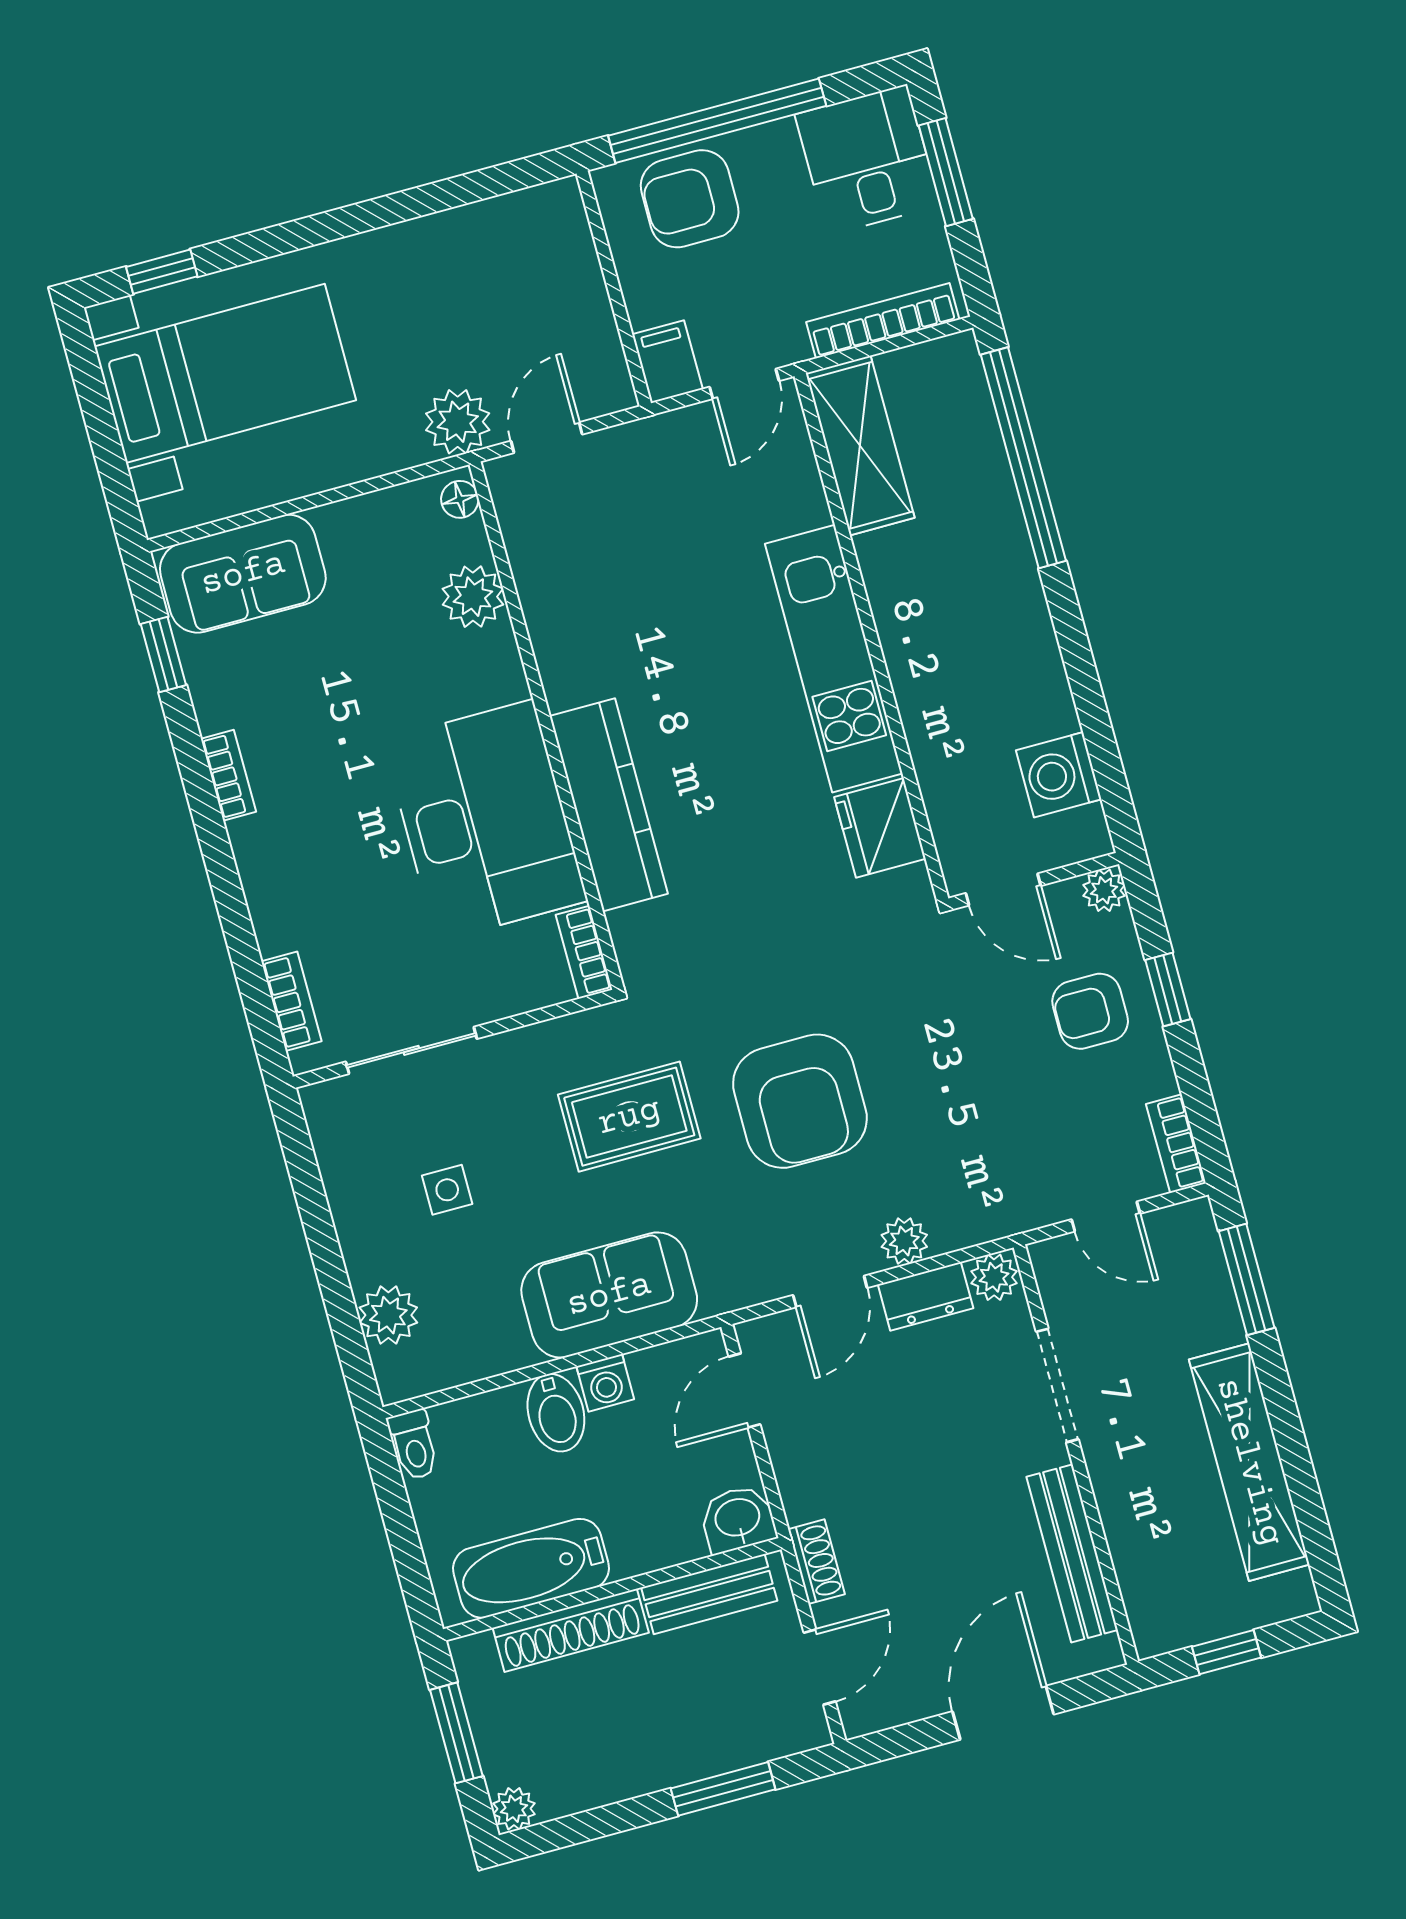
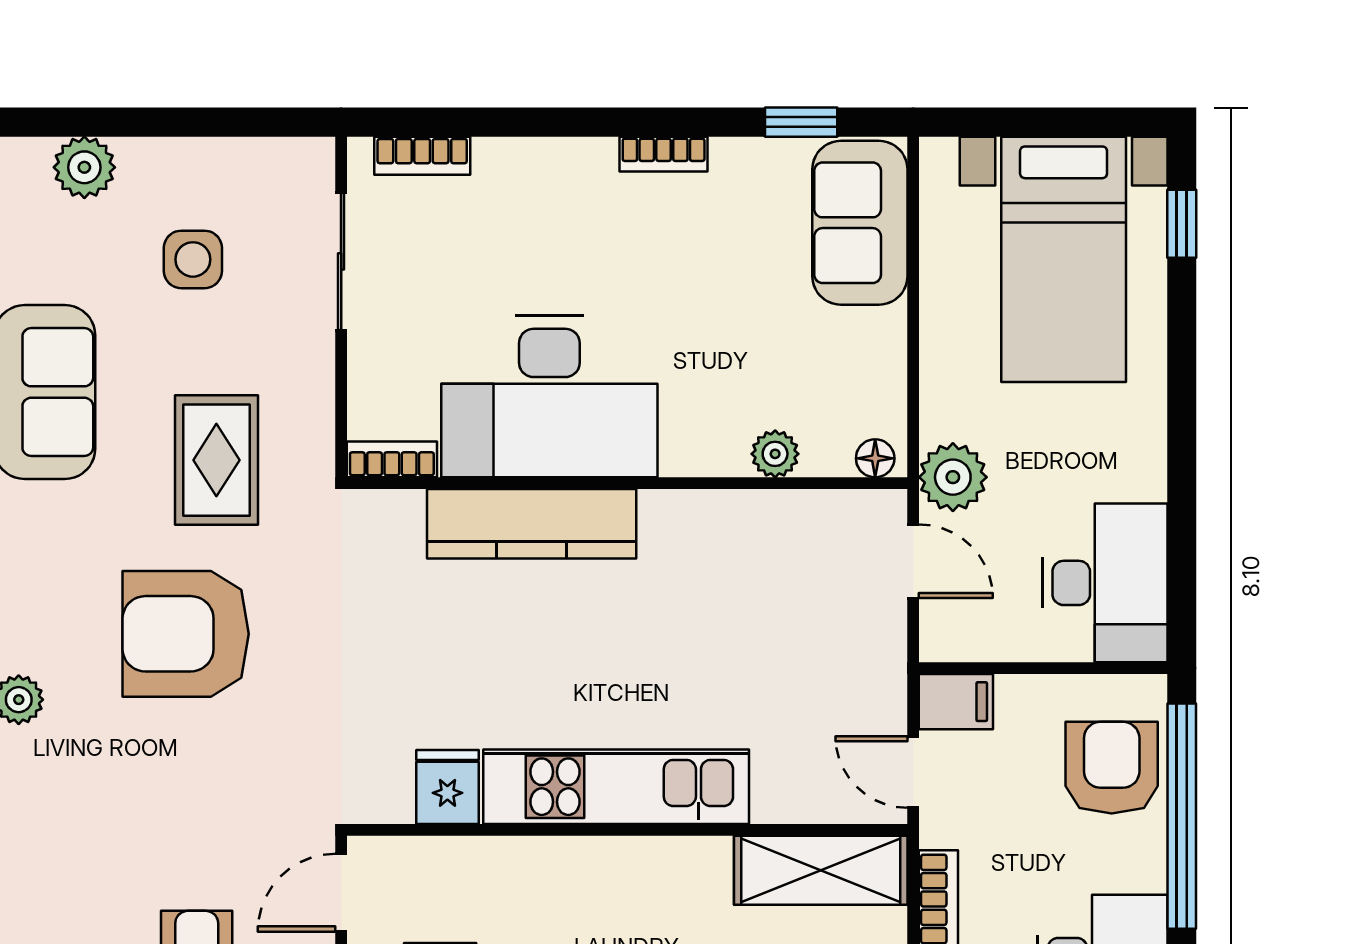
desk: (518, 252) -> (1105, 583), added
plant: (473, 597) -> (775, 454), width x0.73, depth x0.73
fridge: (880, 828) -> (447, 787), width x0.72
side table: (447, 1190) -> (193, 259), width x1.37, depth x1.37

